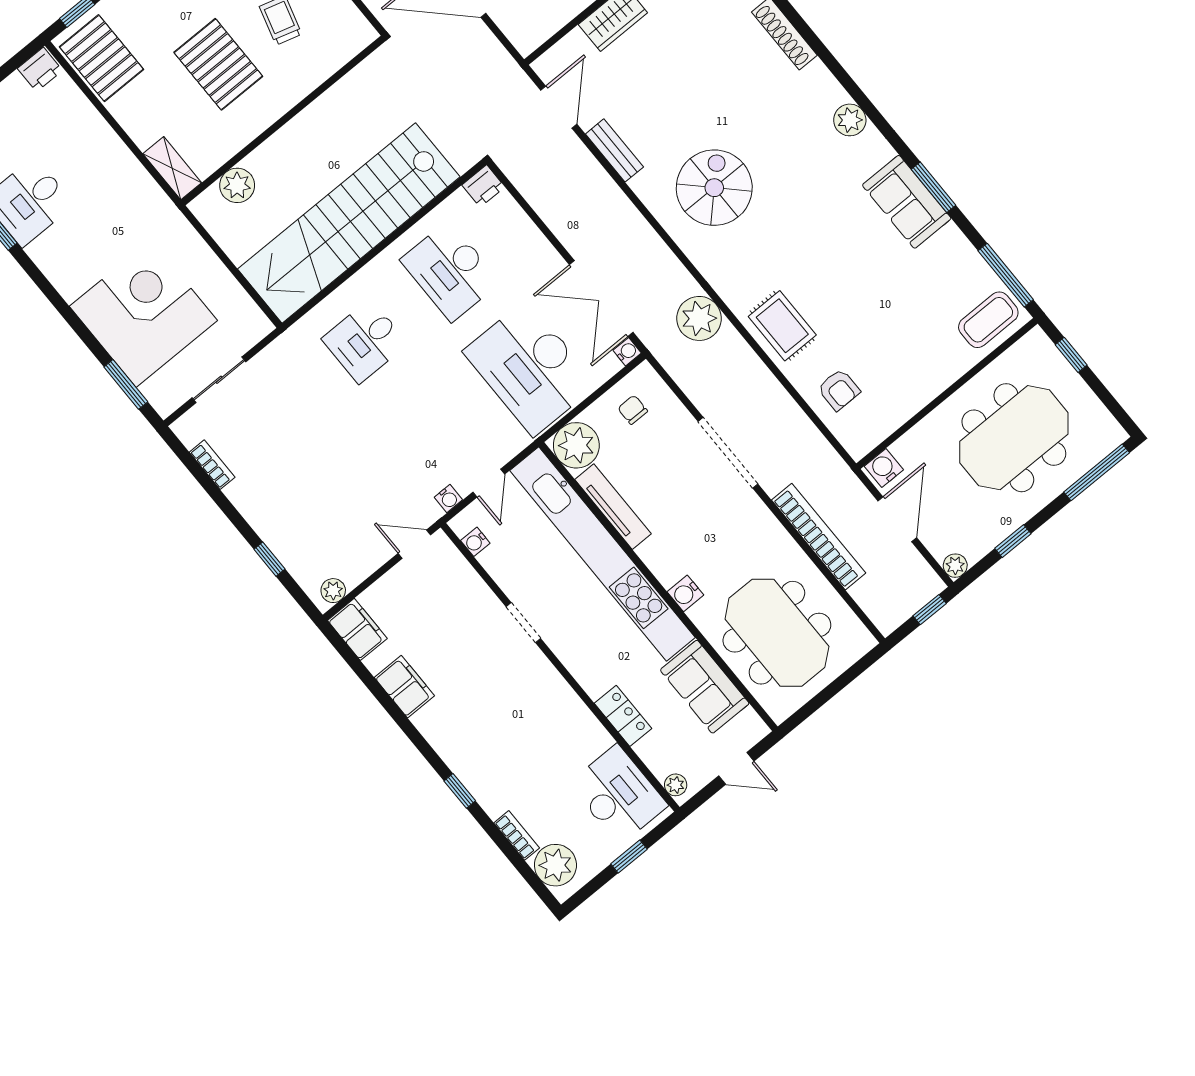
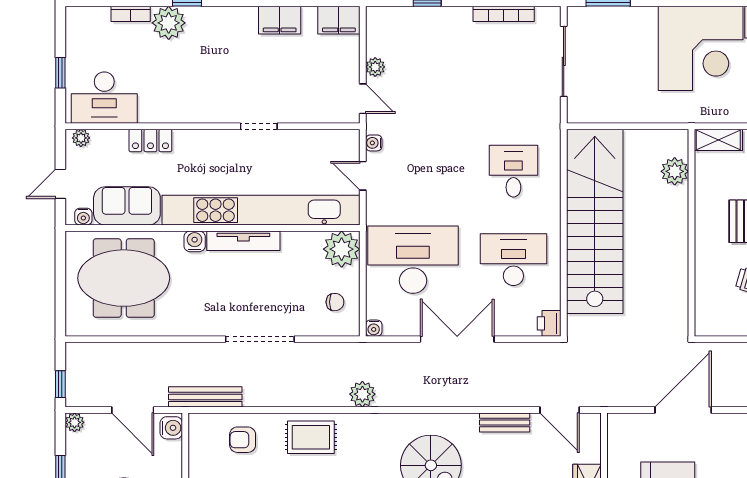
double door: (601, 298) -> (457, 339), moved
corner desk: (143, 313) -> (701, 48), moved
plant: (699, 318) -> (362, 394), width x0.73, depth x0.73
sliding door: (219, 380) -> (564, 61), width x1.37
bench: (827, 460) -> (205, 397), added
bookcase: (212, 465) -> (504, 14), width x1.56
tv unit: (613, 507) -> (243, 241), moved
bookcase: (819, 537) -> (162, 353), removed
water cooler: (475, 542) -> (83, 217), moved, turned 180
door: (414, 544) -> (363, 99), hinge flipped
plant: (333, 591) -> (375, 67), moved
plant: (555, 865) -> (169, 23), moved

